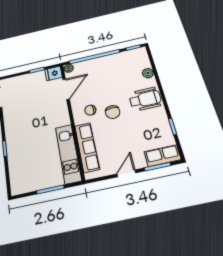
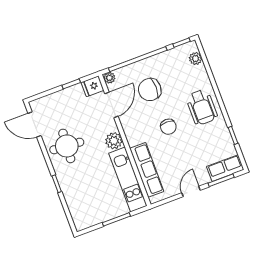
plant: (148, 73) -> (196, 59), moved
wheelchair: (145, 99) -> (202, 107), turned 90
chair: (90, 110) -> (150, 90), moved, width x1.87, depth x1.87
round table: (21, 118) -> (67, 146), added
plant: (62, 118) -> (114, 141), added

